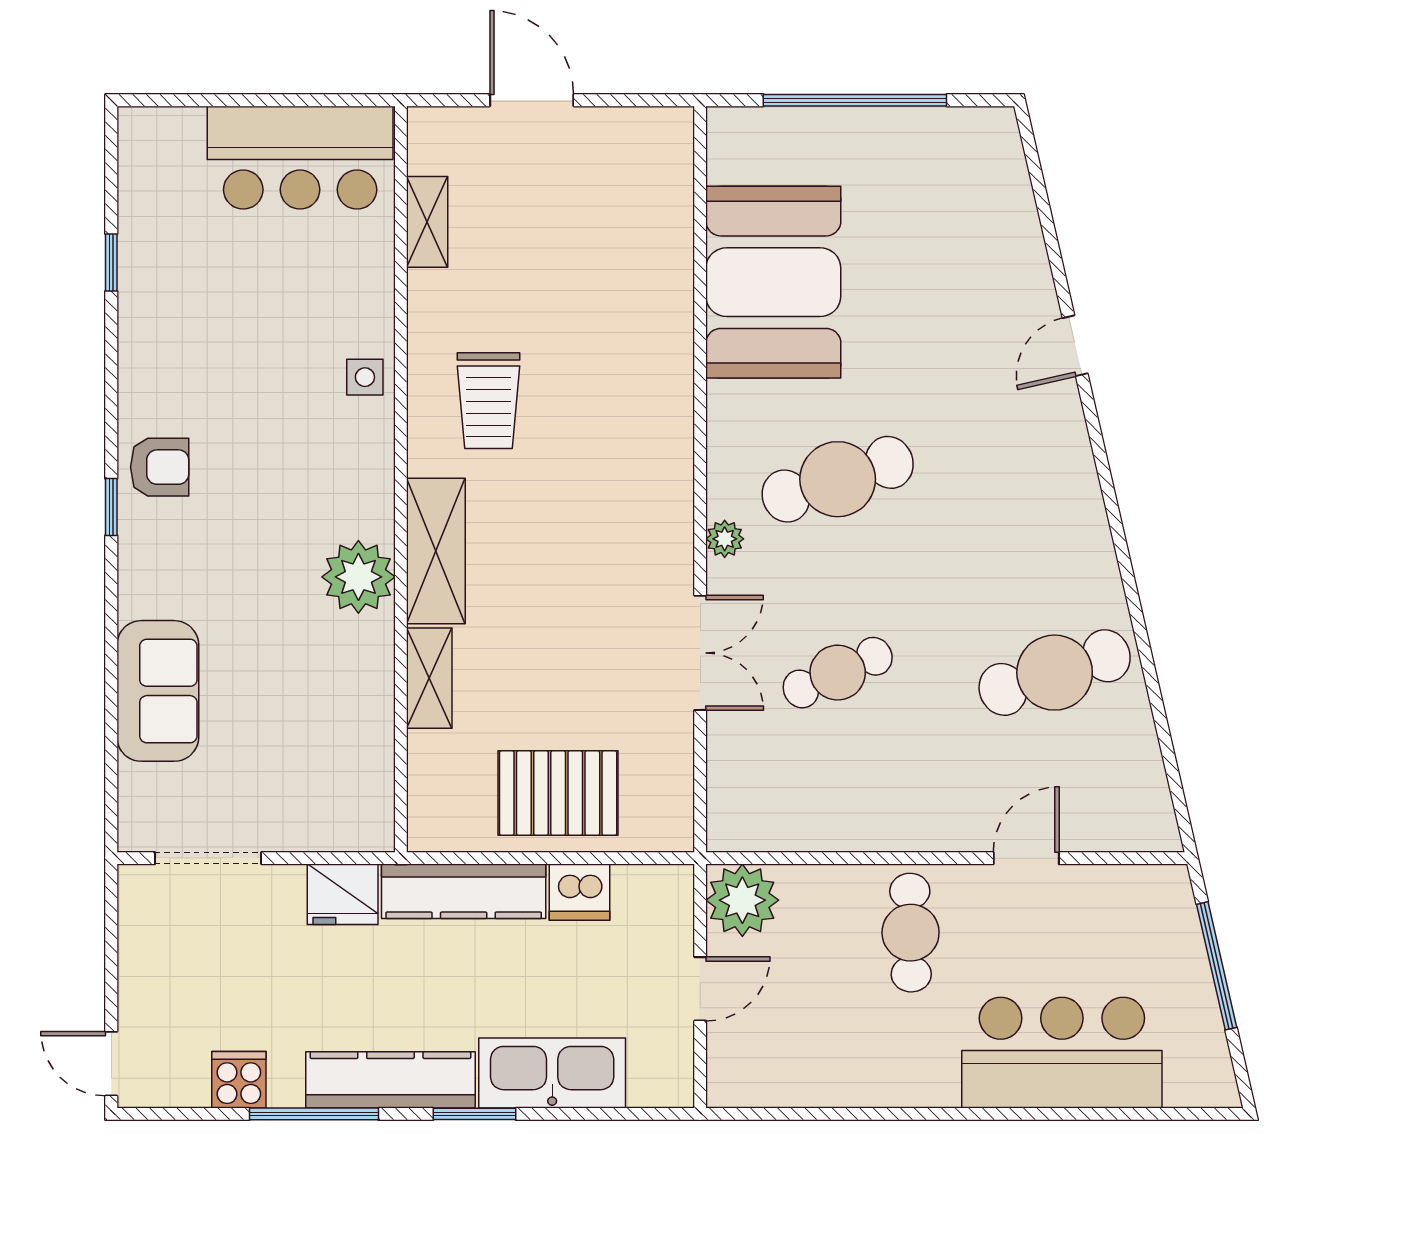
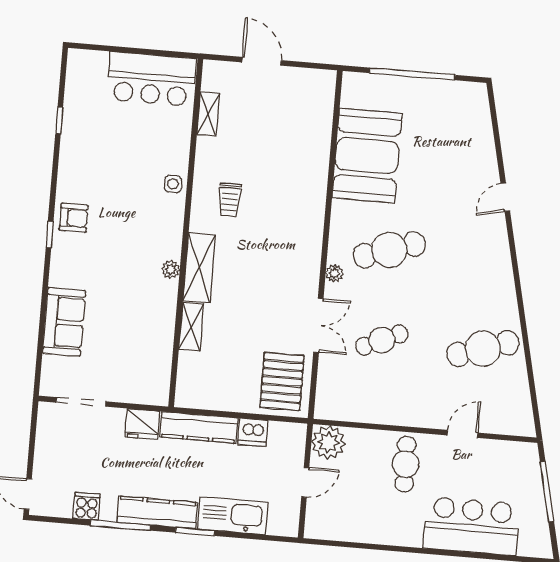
trolley: (489, 401) -> (230, 200), width x0.73, depth x0.72
plant: (358, 577) -> (171, 269), width x0.53, depth x0.53
pallet: (558, 793) -> (282, 381), moved, turned 90

